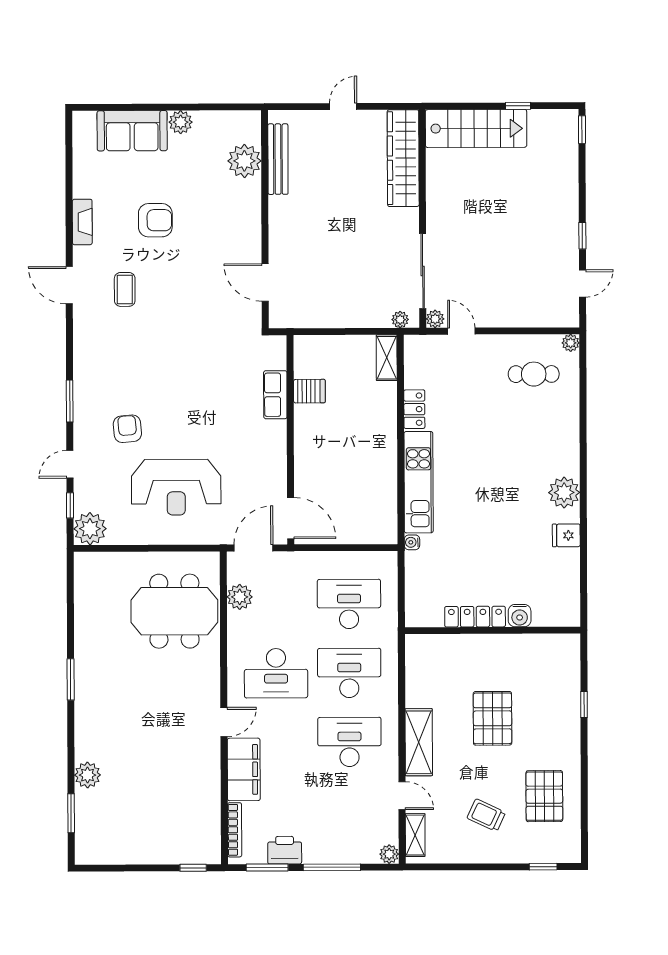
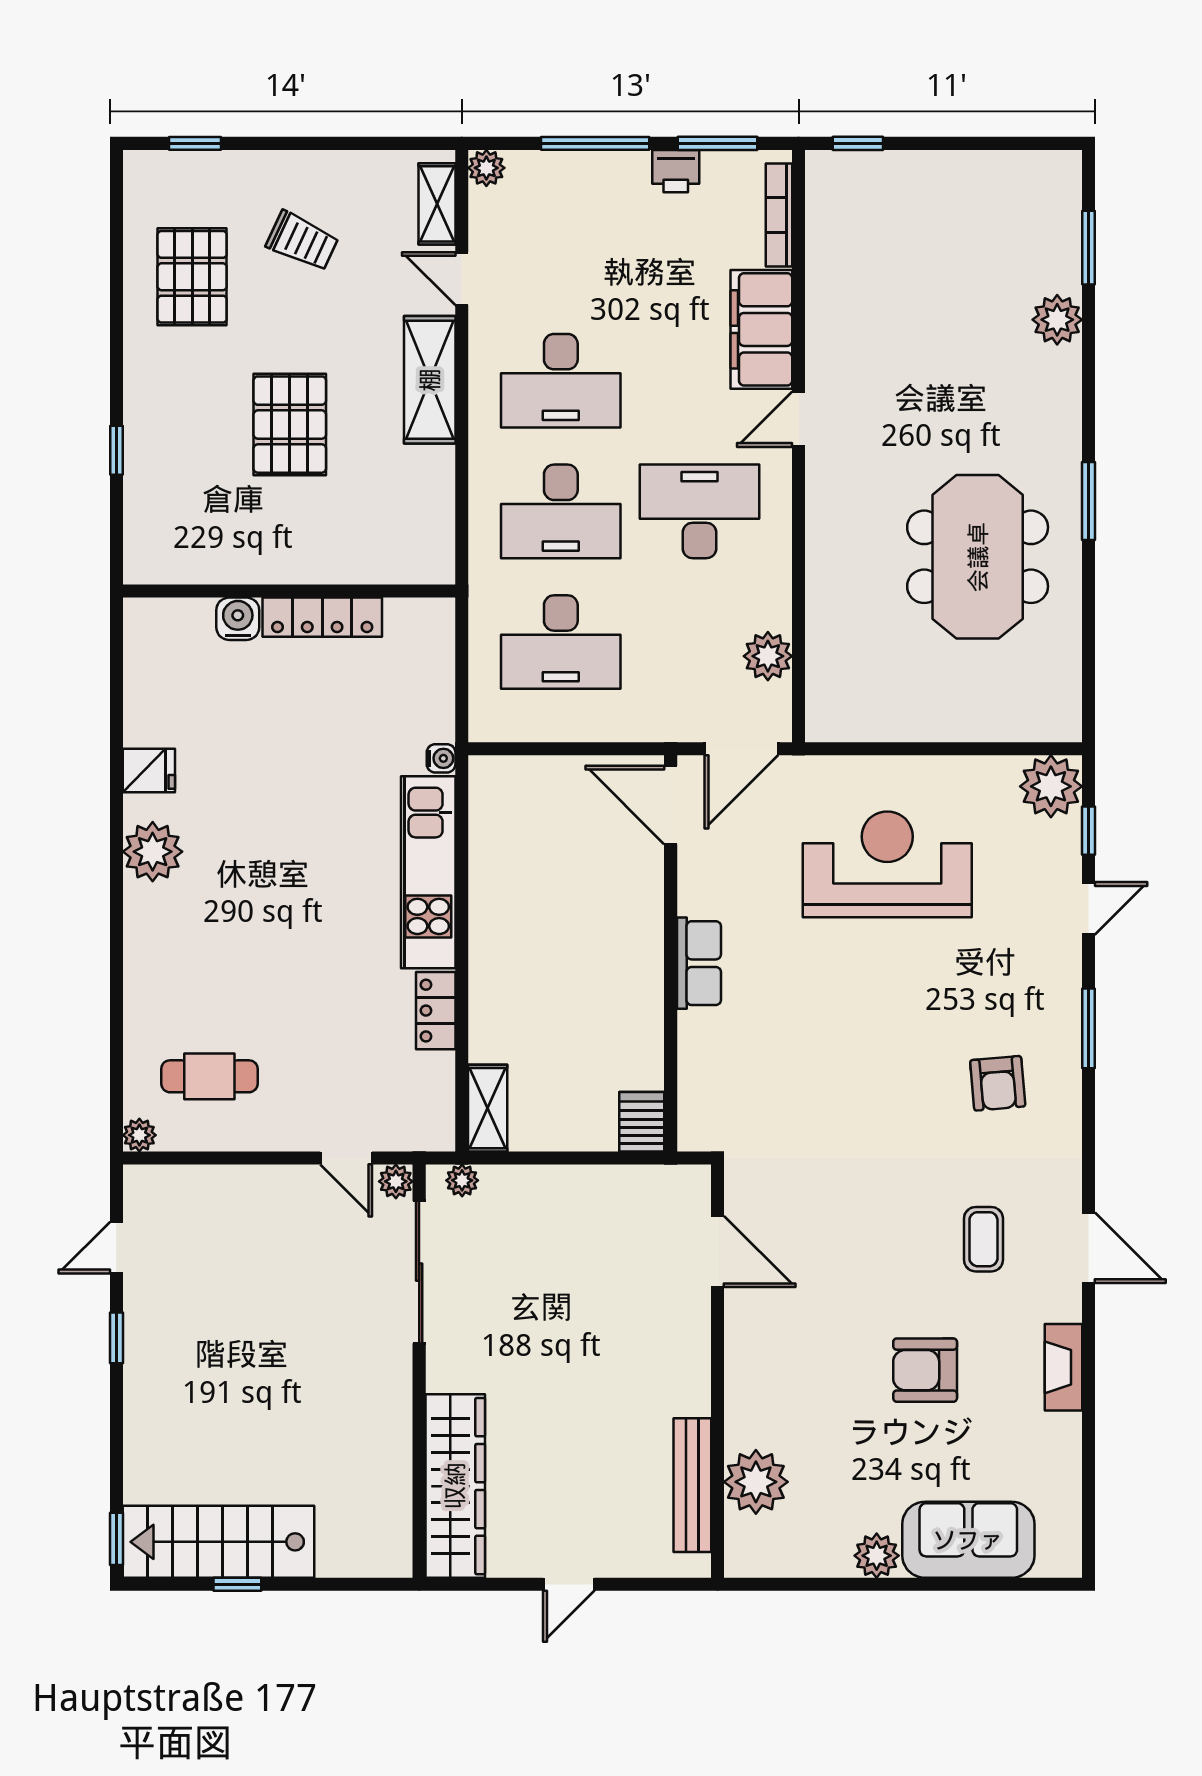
stairs: (476, 128) -> (219, 1542), moved
server rack: (309, 391) -> (642, 1122), moved, turned 90
row of seats: (275, 395) -> (699, 963), moved
armchair: (127, 429) -> (998, 1083), moved
meeting table: (174, 611) -> (978, 557), moved, turned 90
printer: (285, 850) -> (676, 171), width x0.73, depth x0.81

